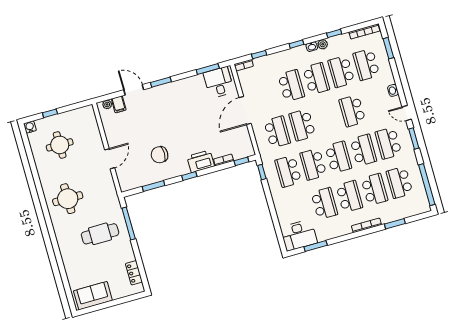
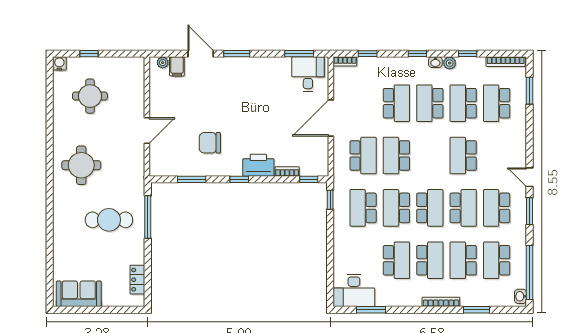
school desk: (316, 79) -> (430, 103), turned 180
washbasin: (393, 90) -> (521, 296), moved
school desk: (374, 189) -> (463, 260), turned 180

